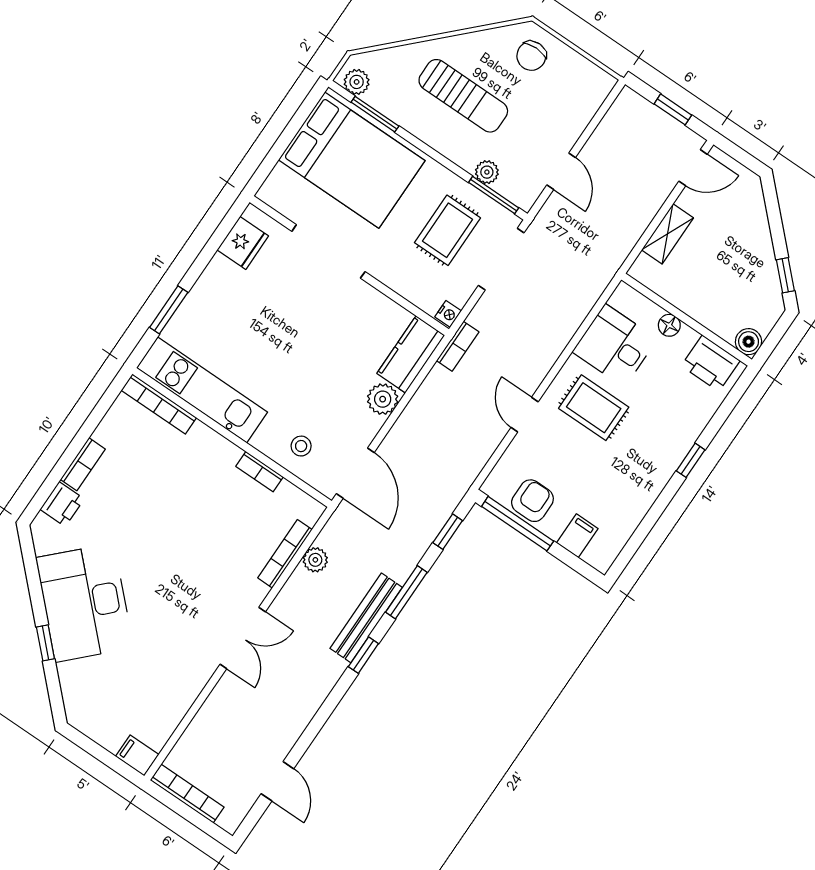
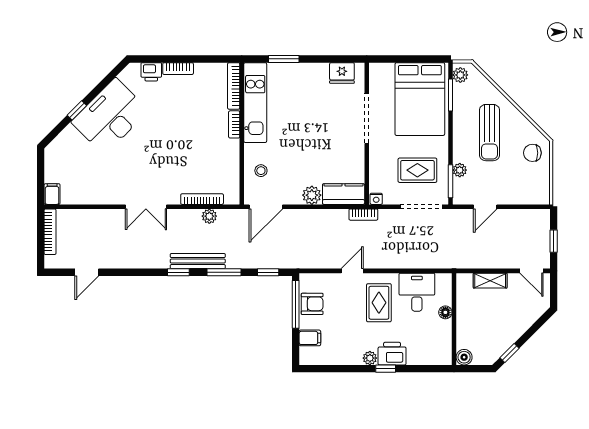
printer: (711, 363) -> (392, 354), moved, turned 90
bookcase: (260, 472) -> (234, 124), moved
plant: (661, 472) -> (370, 358), added

